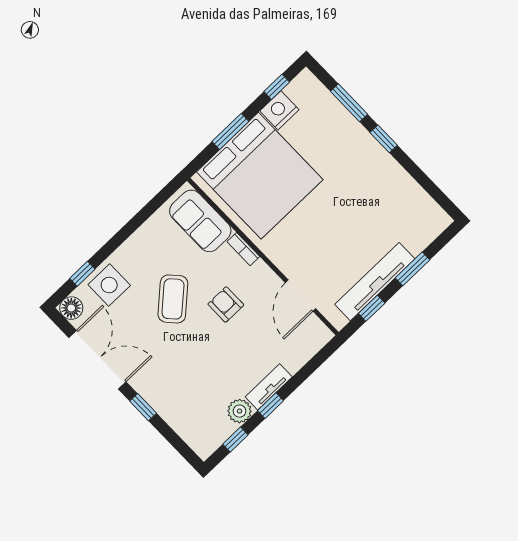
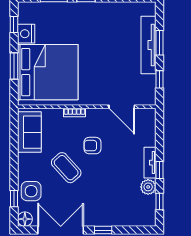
sofa: (200, 221) -> (29, 132), moved, turned -90
tv unit: (375, 282) -> (148, 45), moved

